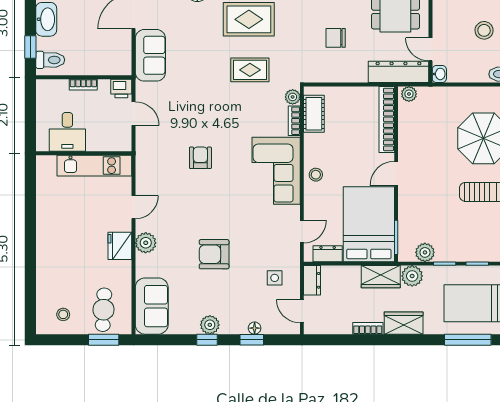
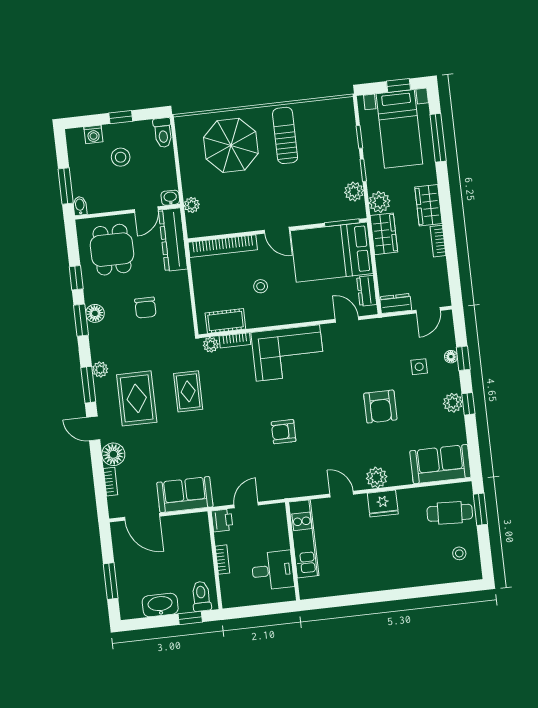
plant: (409, 94) -> (192, 205), moved
stool: (316, 175) -> (261, 286), moved
side table: (275, 278) -> (419, 367), moved

